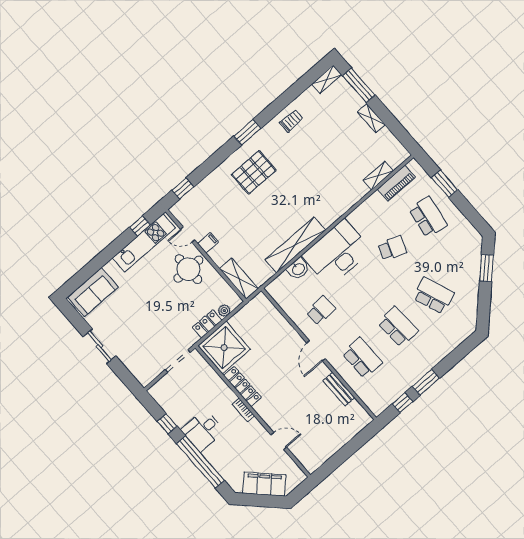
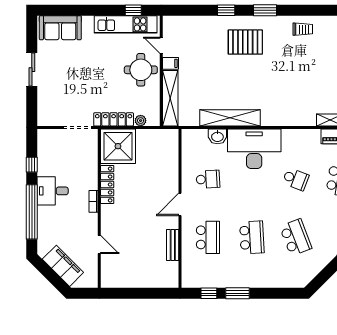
window: (183, 189) -> (226, 10), moved
shelving: (239, 279) -> (170, 98), width x1.47
locker: (207, 324) -> (114, 119), width x1.53

